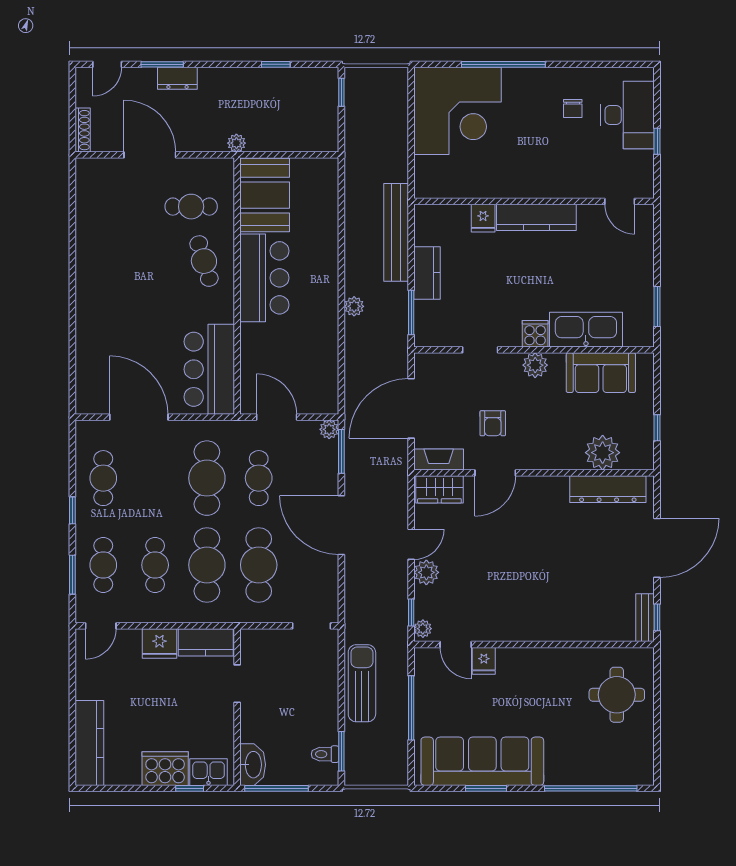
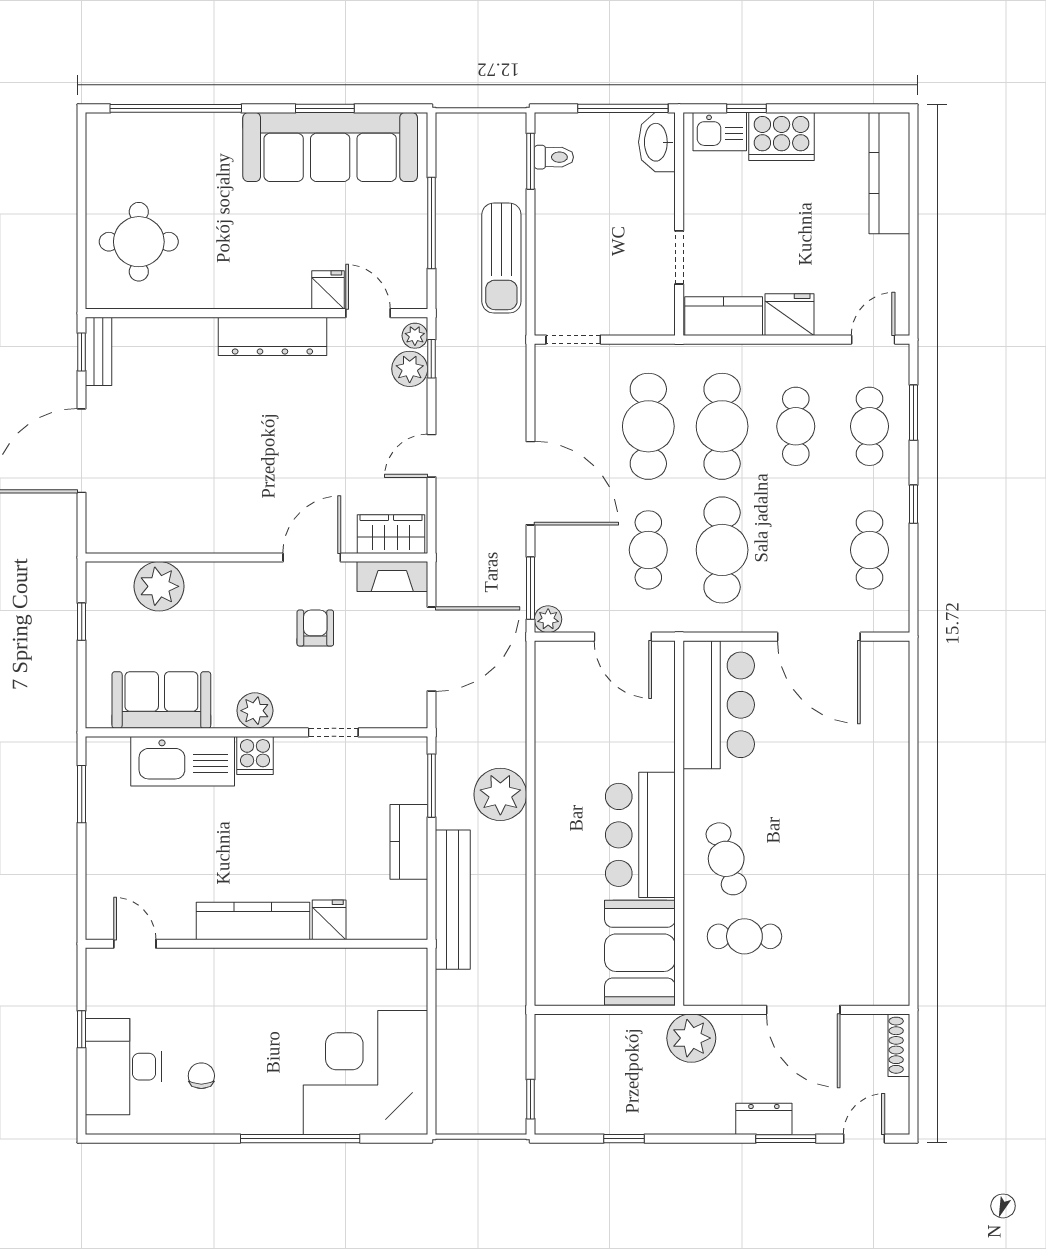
plant: (236, 143) -> (691, 1038), width x1.88, depth x1.88
plant: (354, 306) -> (500, 794), width x1.87, depth x1.87
dresser: (608, 489) -> (272, 336), moved, turned 180
plant: (426, 572) -> (410, 369), moved

